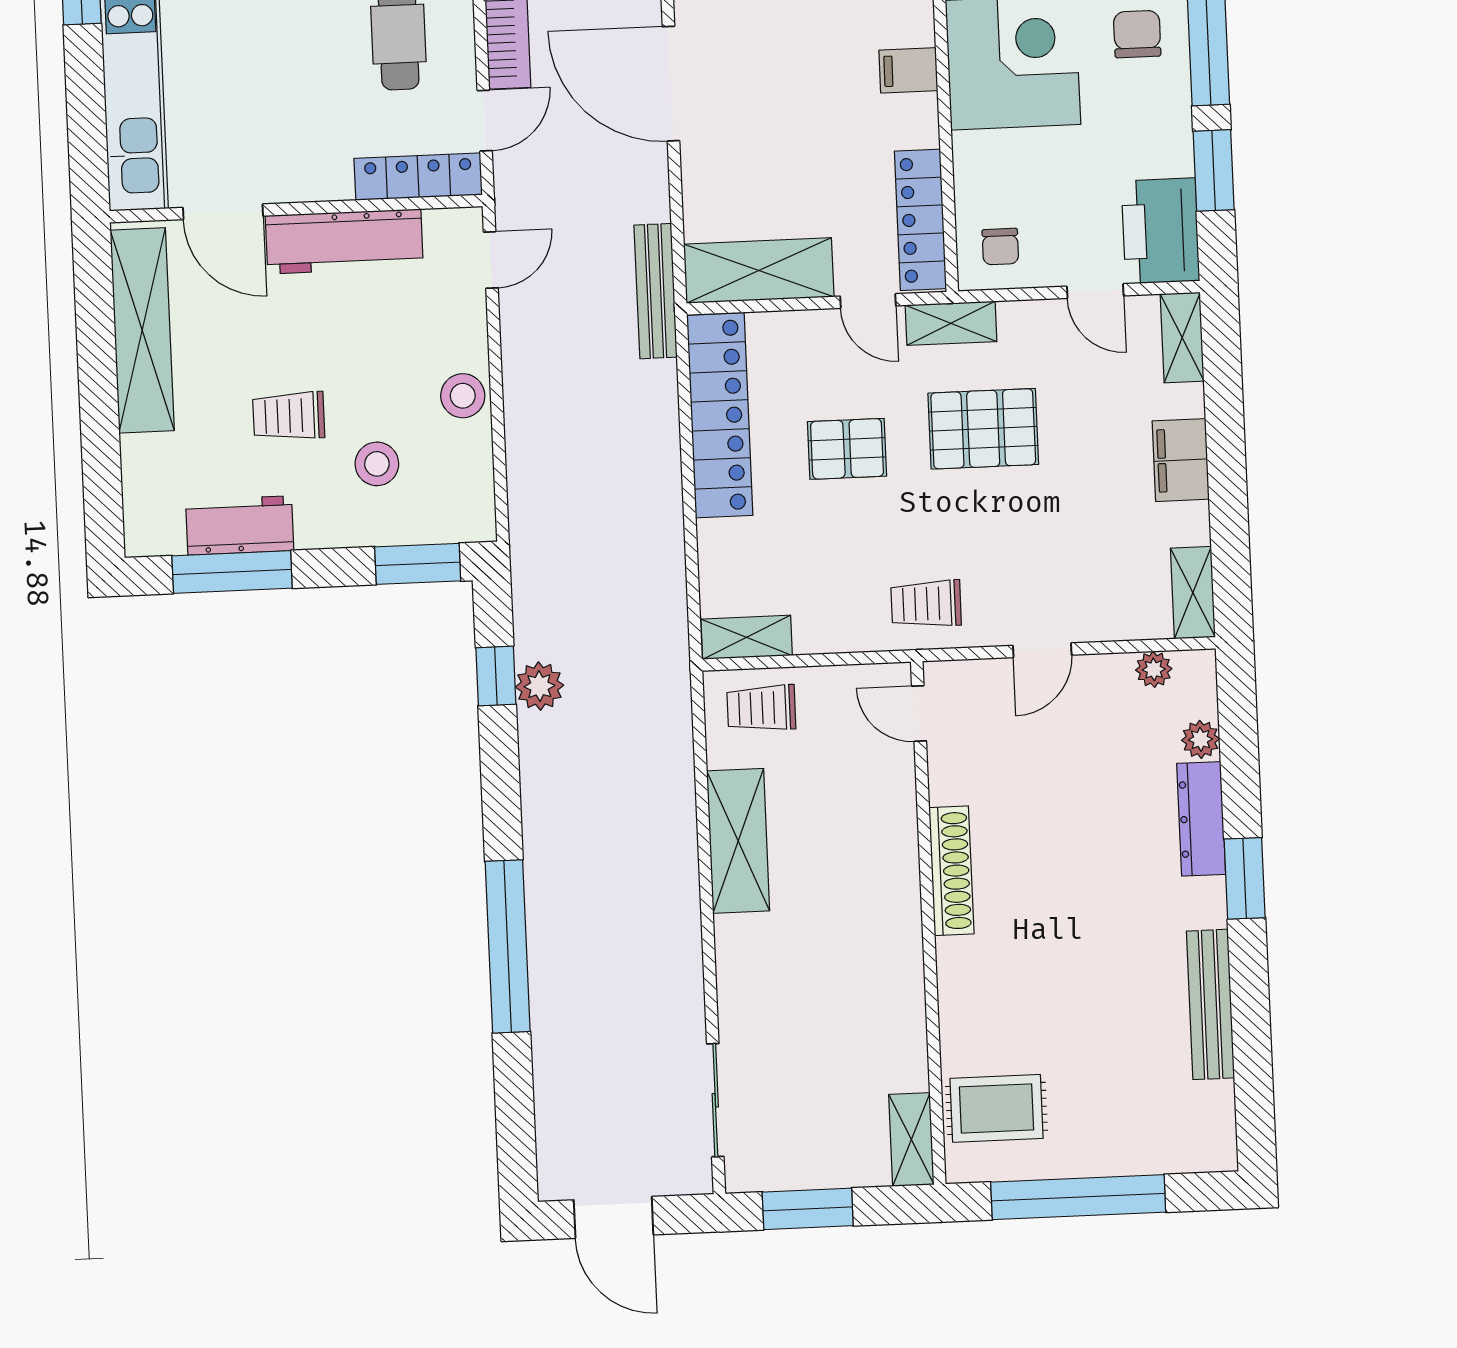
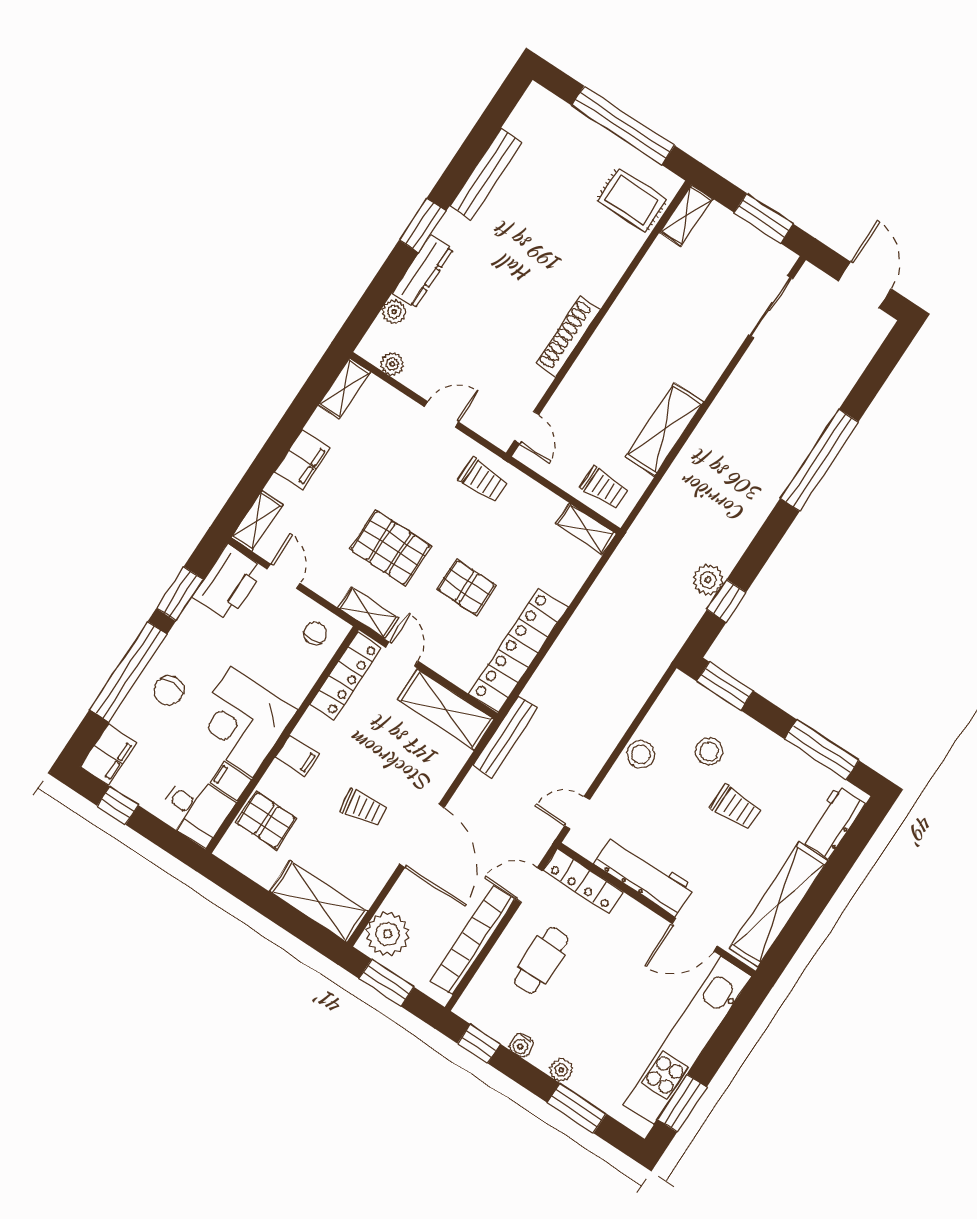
trolley: (773, 65) -> (363, 808), added
door: (223, 212) -> (695, 935), swing flipped
workbench: (240, 525) -> (833, 822), moved, turned 90

